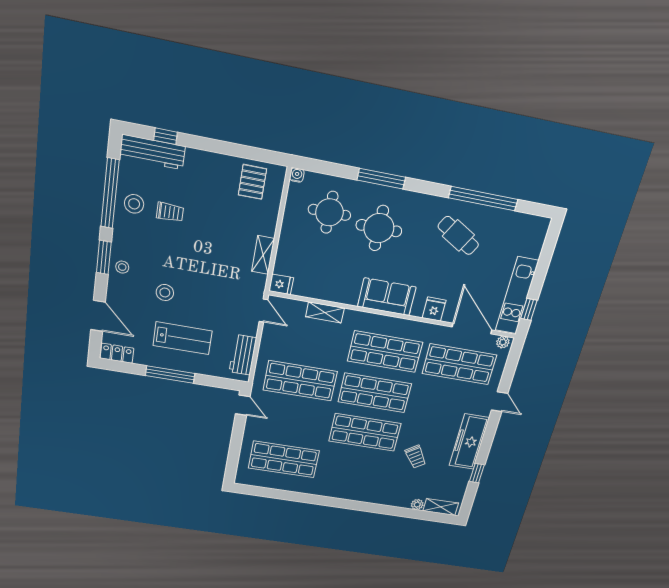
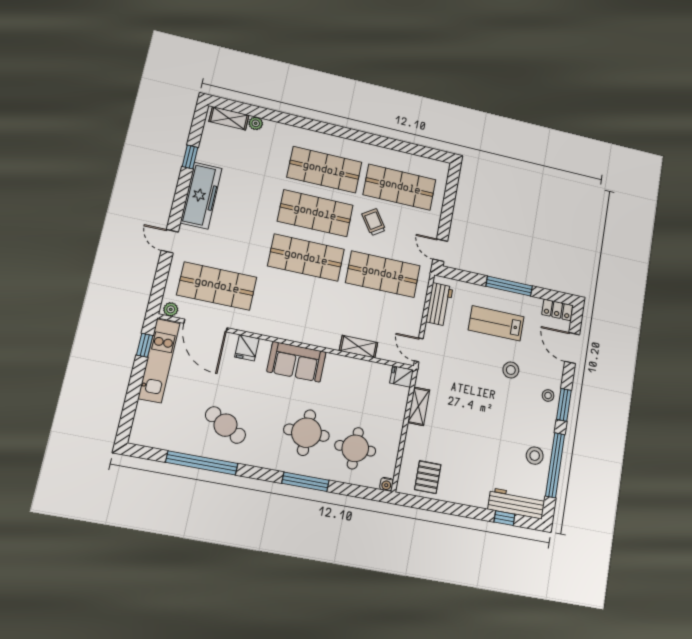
trolley: (170, 212) -> (503, 448), removed
shop shelf: (385, 352) -> (324, 170), moved
trolley: (416, 457) -> (374, 222), moved

